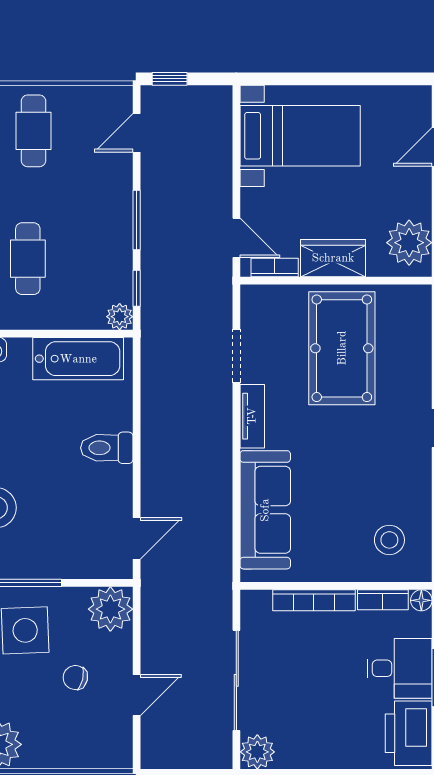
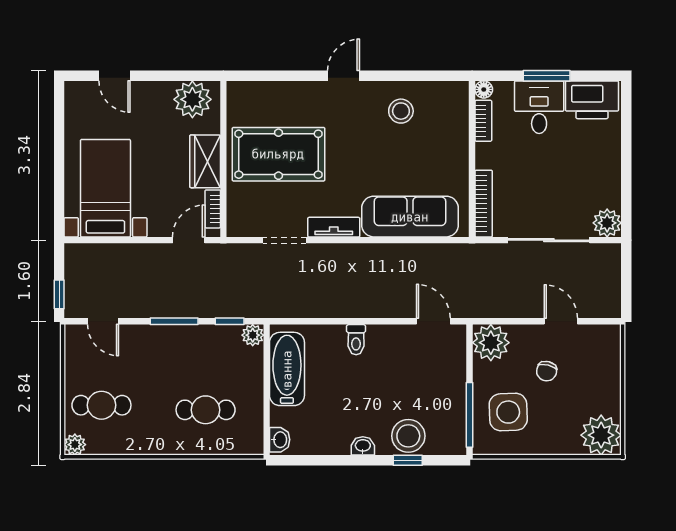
toilet: (107, 448) -> (356, 340), width x0.73, depth x0.72
stool: (389, 540) -> (401, 111), moved
bookcase: (314, 600) -> (484, 204), moved

